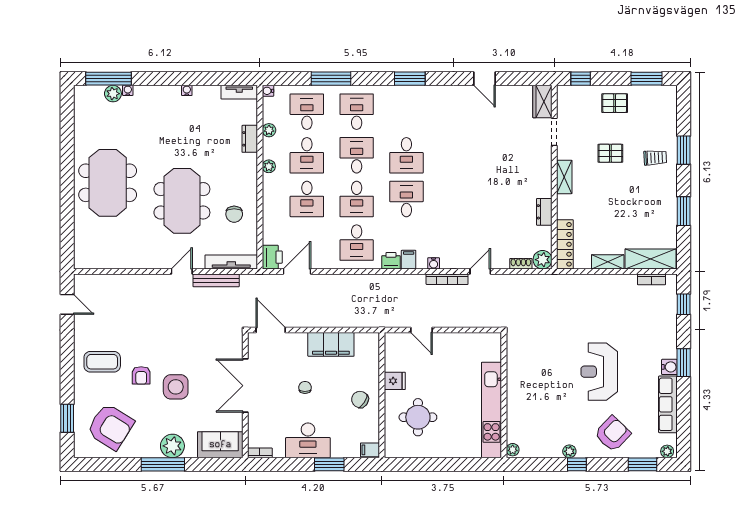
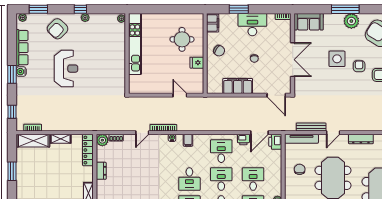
printer: (391, 261) -> (243, 140), moved
dresser: (138, 262) -> (361, 139), added
plant: (172, 446) -> (351, 21), moved
filing cabinet: (370, 450) -> (213, 23), width x2.00

